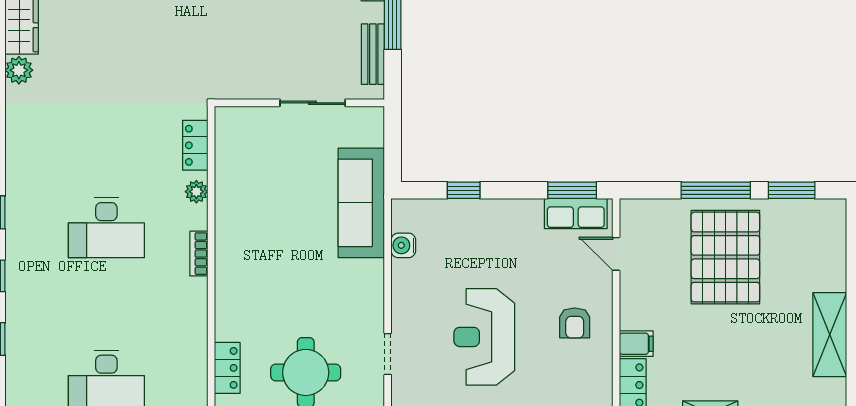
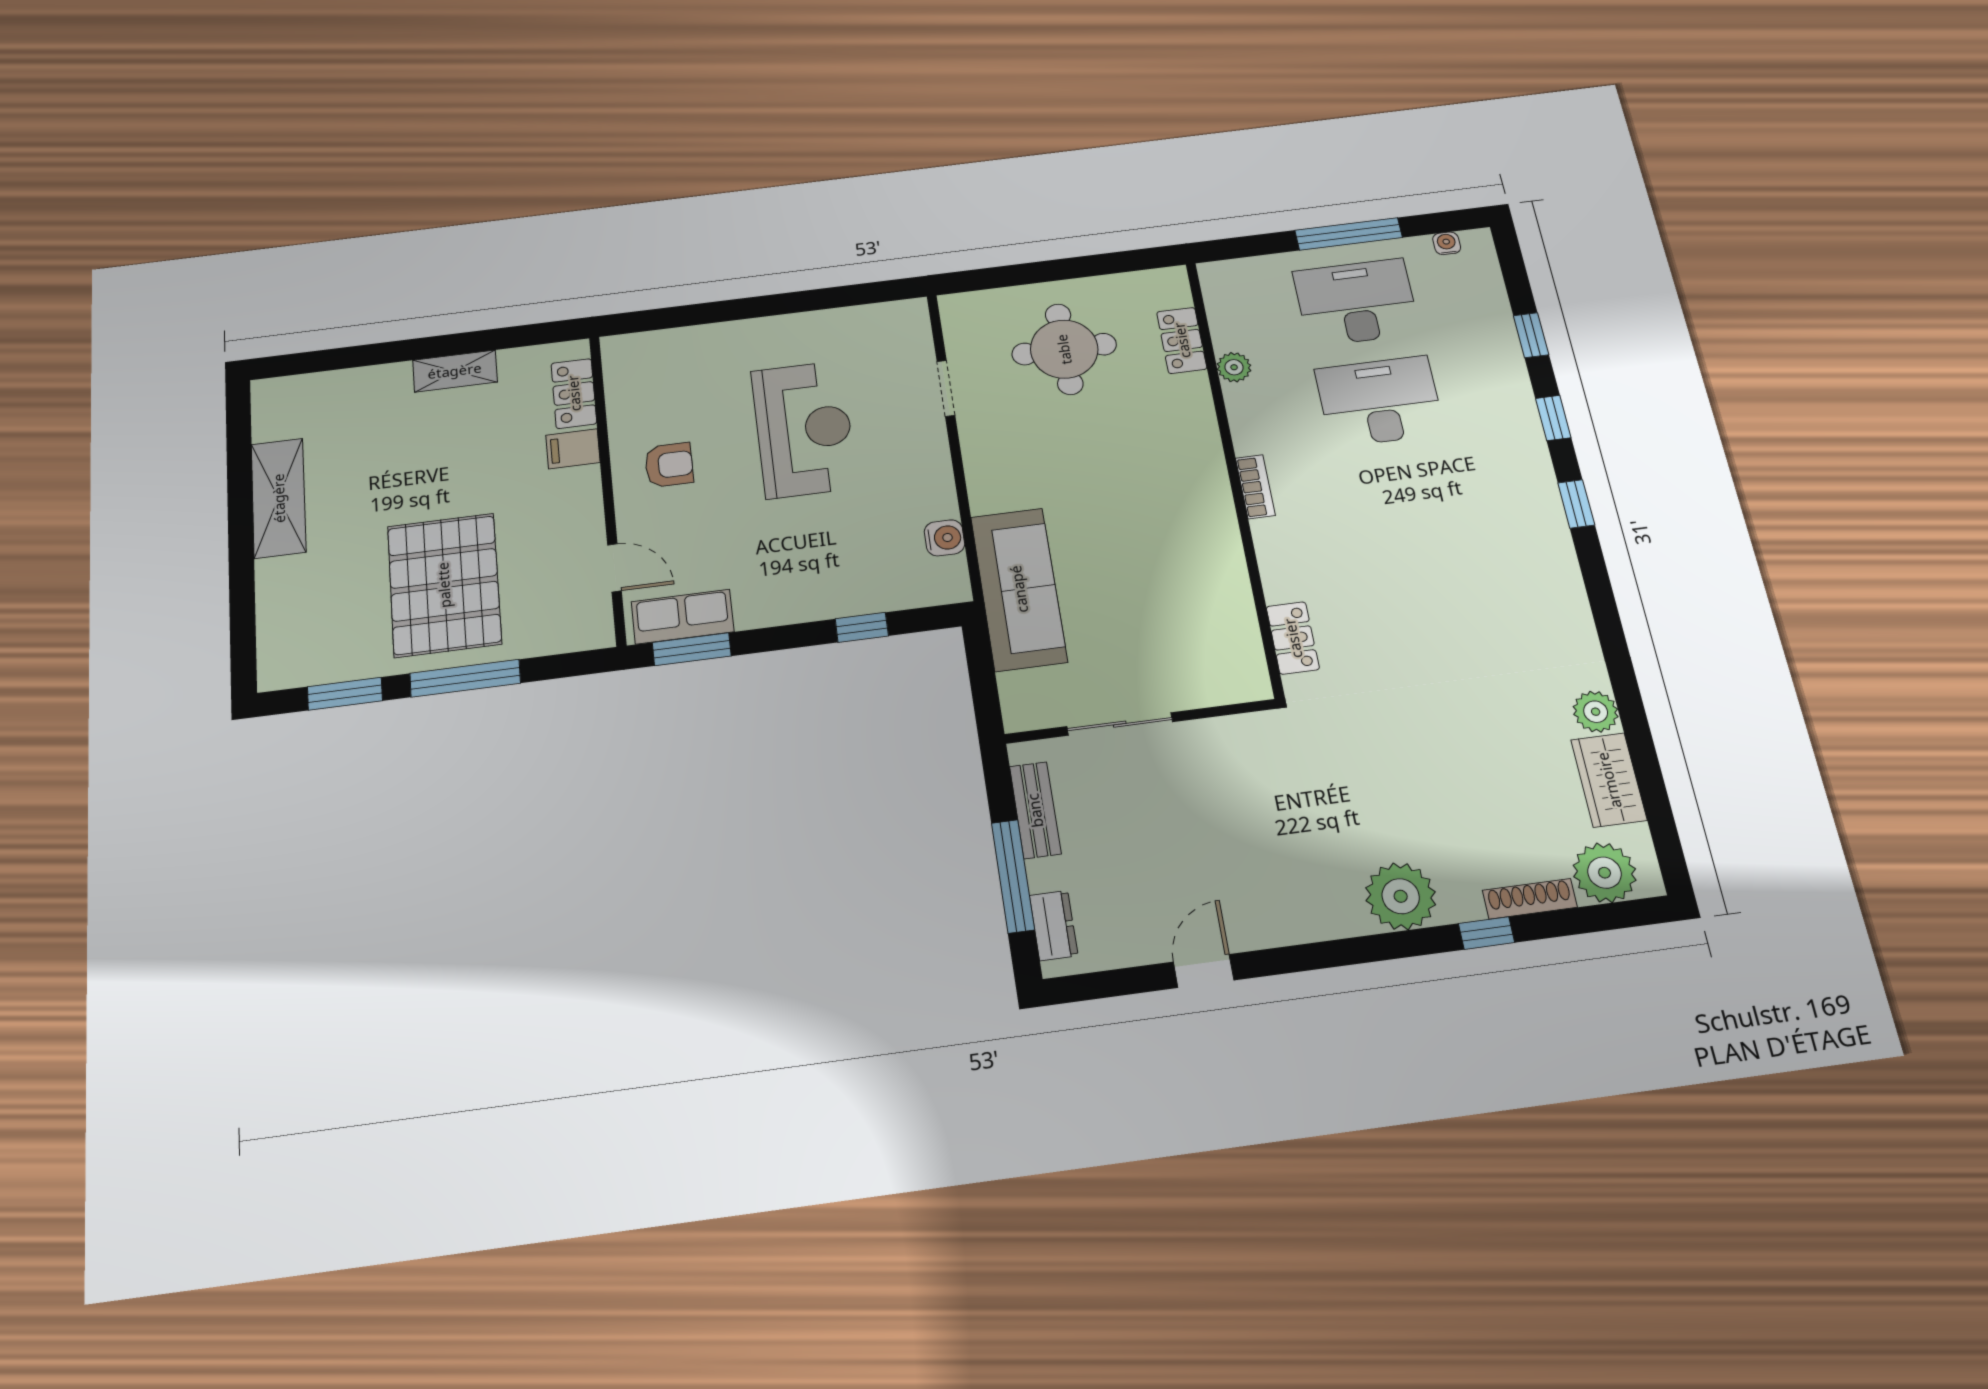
plant: (196, 192) -> (1234, 367), moved
desk: (106, 228) -> (1380, 401), moved
armchair: (575, 323) -> (669, 465), turned 90

